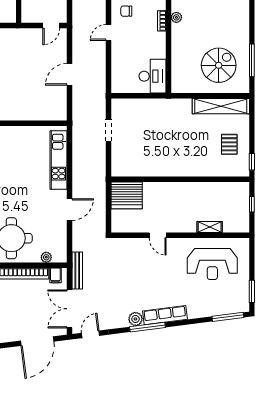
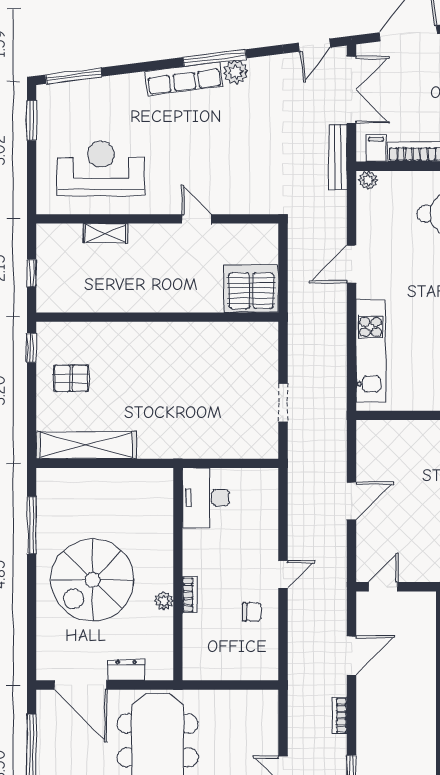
spiral stairs: (219, 65) -> (93, 580), moved, width x1.37, depth x1.37
pallet: (229, 144) -> (71, 378), turned 90
plant: (46, 257) -> (368, 180), moved

